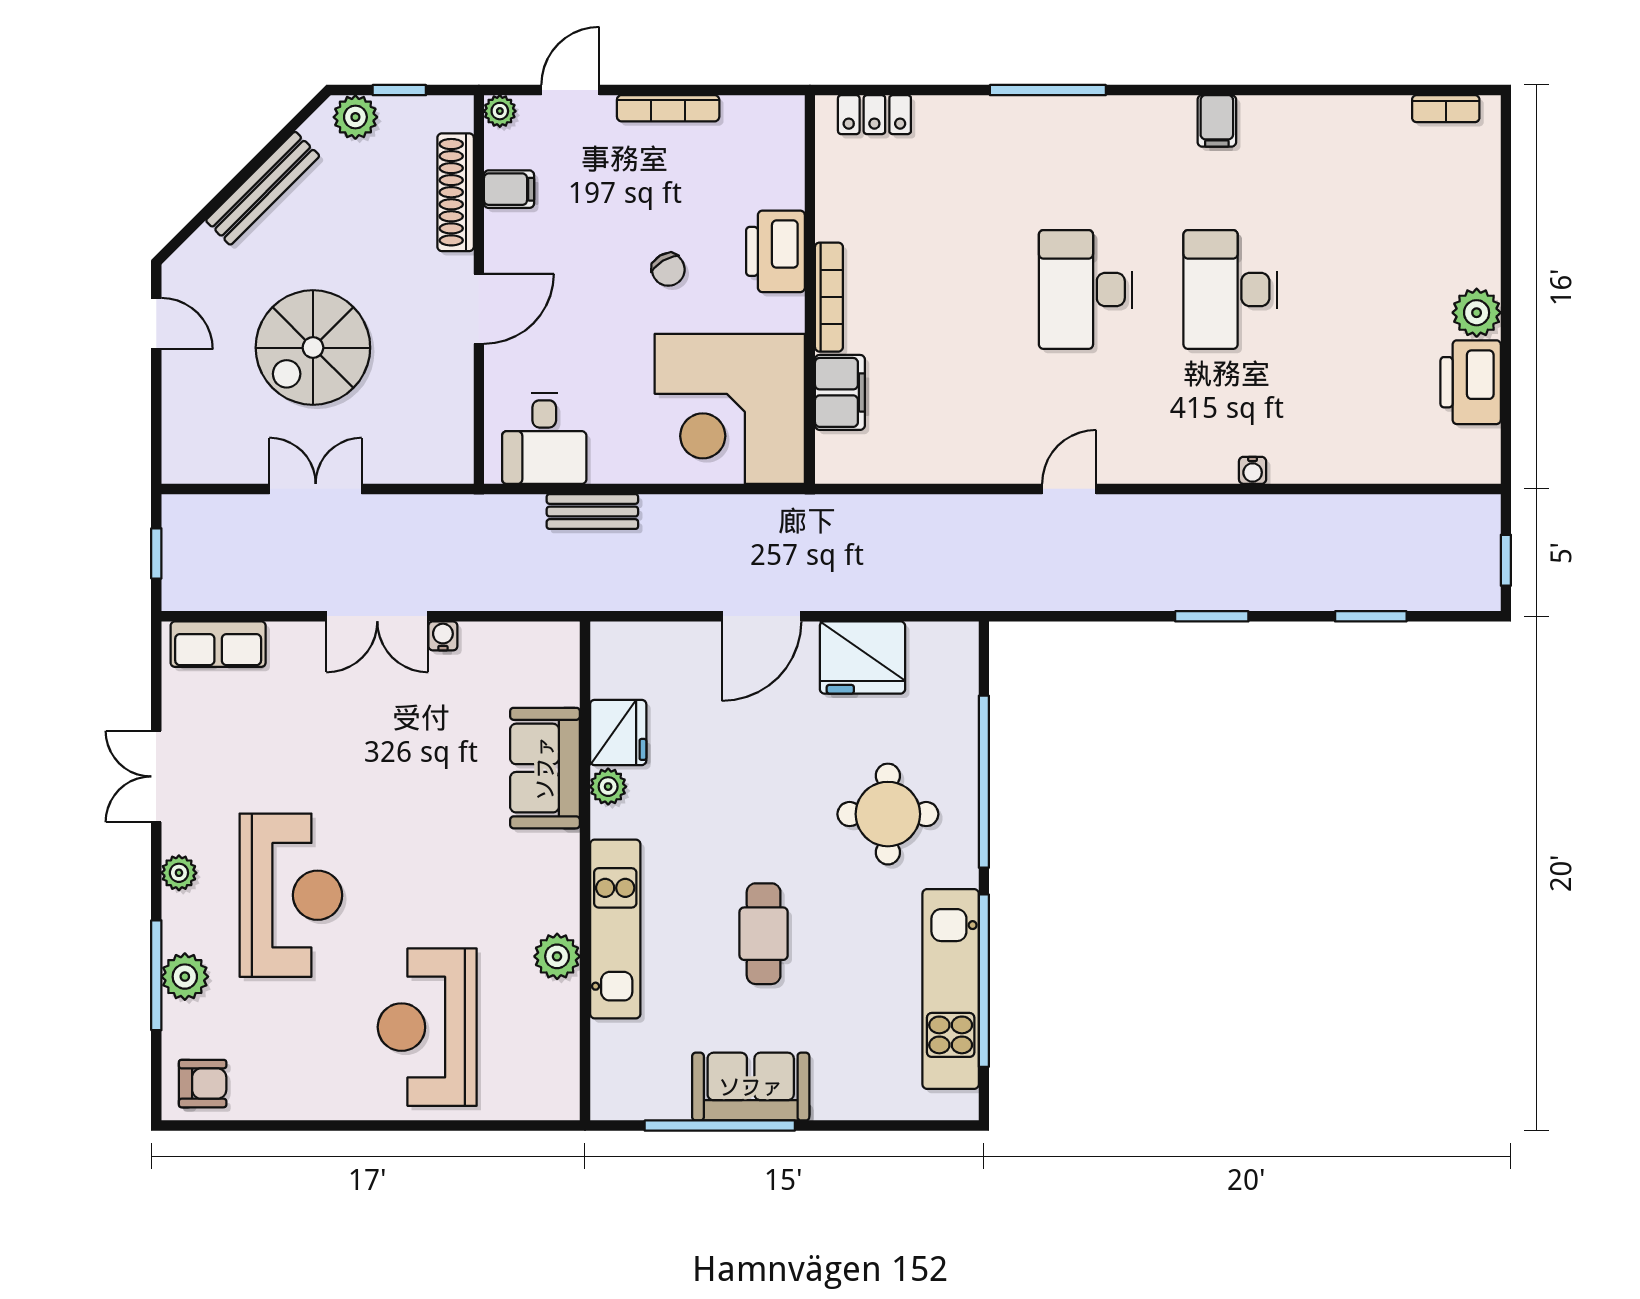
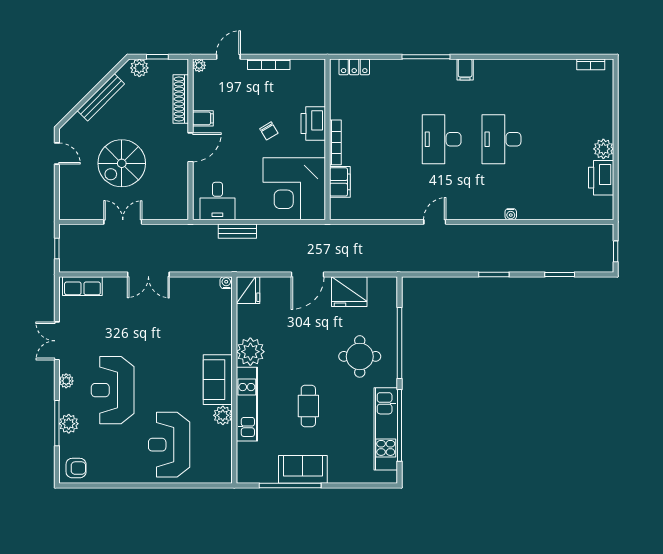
filing cabinet: (1217, 121) -> (465, 69), moved
filing cabinet: (509, 189) -> (203, 118), moved
water cooler: (443, 636) -> (226, 283), moved
fridge: (618, 732) -> (248, 290), moved
sofa: (545, 768) -> (218, 380), moved
plant: (608, 787) -> (250, 352), width x1.87, depth x1.87
reception desk: (291, 895) -> (113, 390), turned 180

